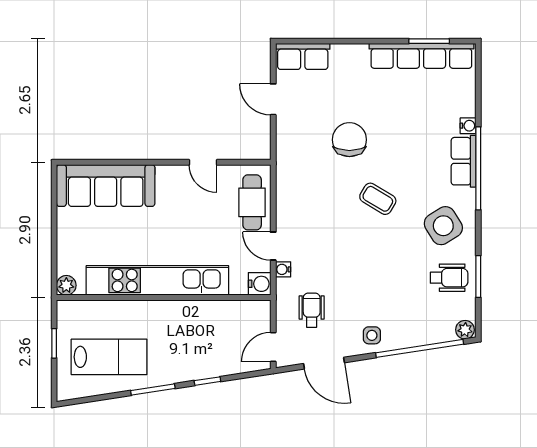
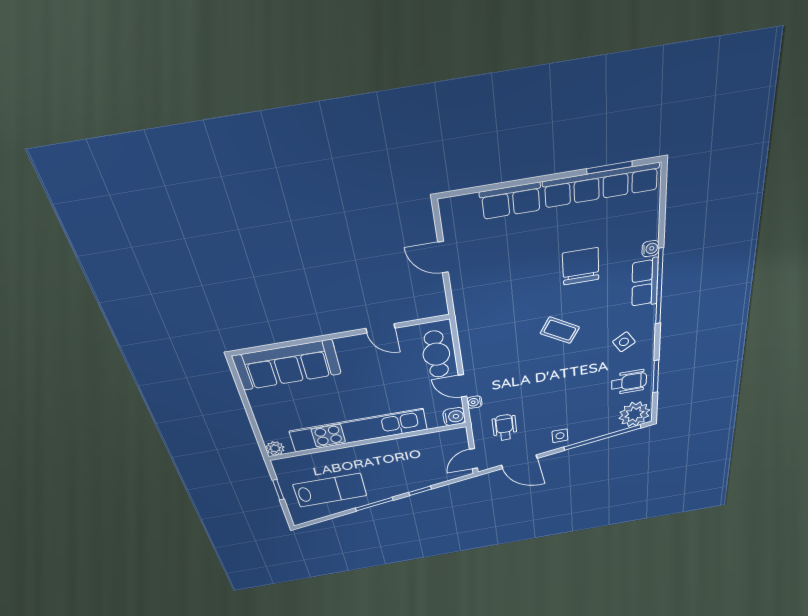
row of seats: (303, 56) -> (511, 201), moved
chair: (349, 140) -> (581, 266), moved
side table: (443, 226) -> (624, 342), width x0.54, depth x0.54
plant: (465, 330) -> (634, 414), width x1.87, depth x1.87

